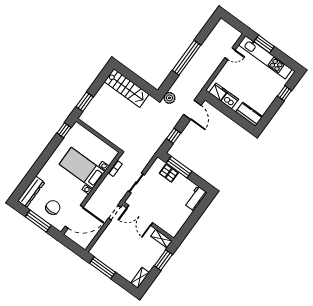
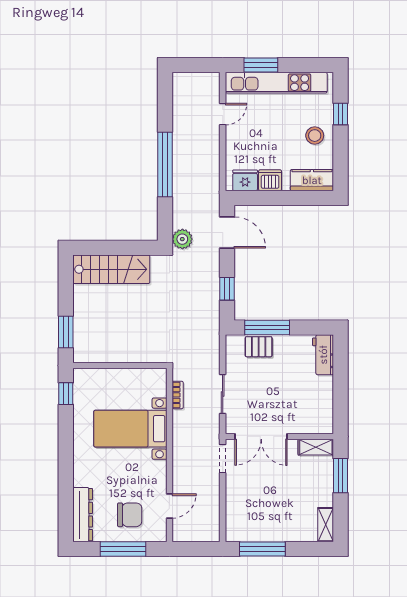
stool: (265, 95) -> (315, 136), added
chair: (53, 207) -> (130, 515), turned 90
door: (74, 217) -> (169, 506), width x0.53

